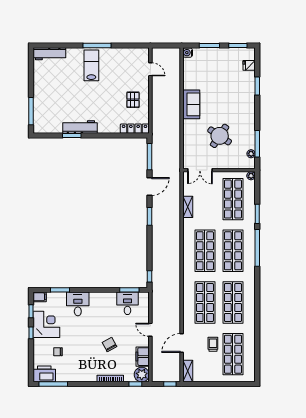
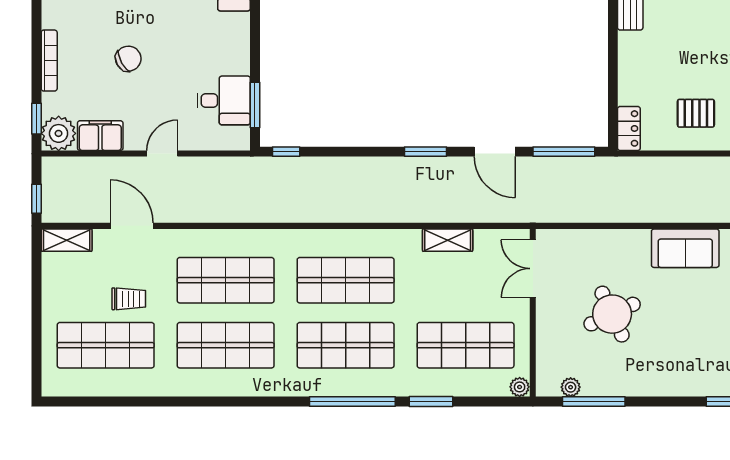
locker: (135, 129) -> (629, 128), width x0.66
round table: (220, 136) -> (612, 314), turned 31

